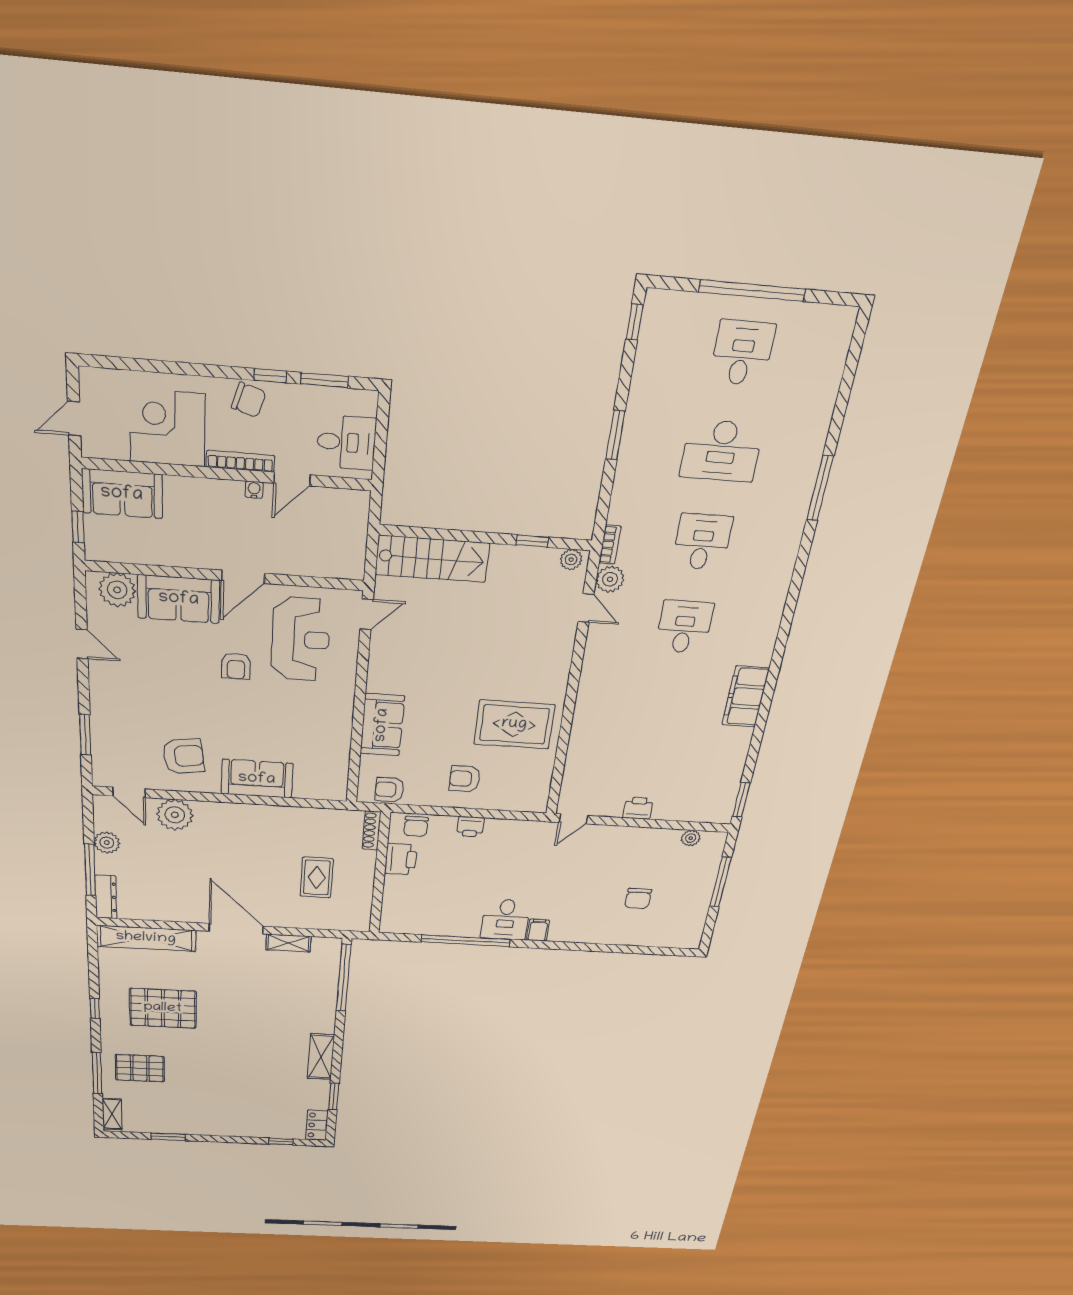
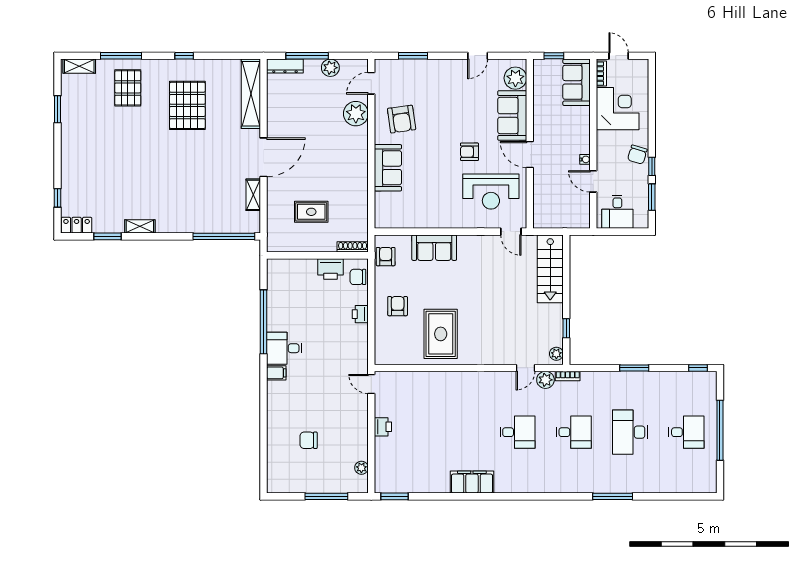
bookcase: (240, 461) -> (601, 74), moved, width x0.64
shelving: (321, 1057) -> (140, 226), width x0.67, depth x0.75

